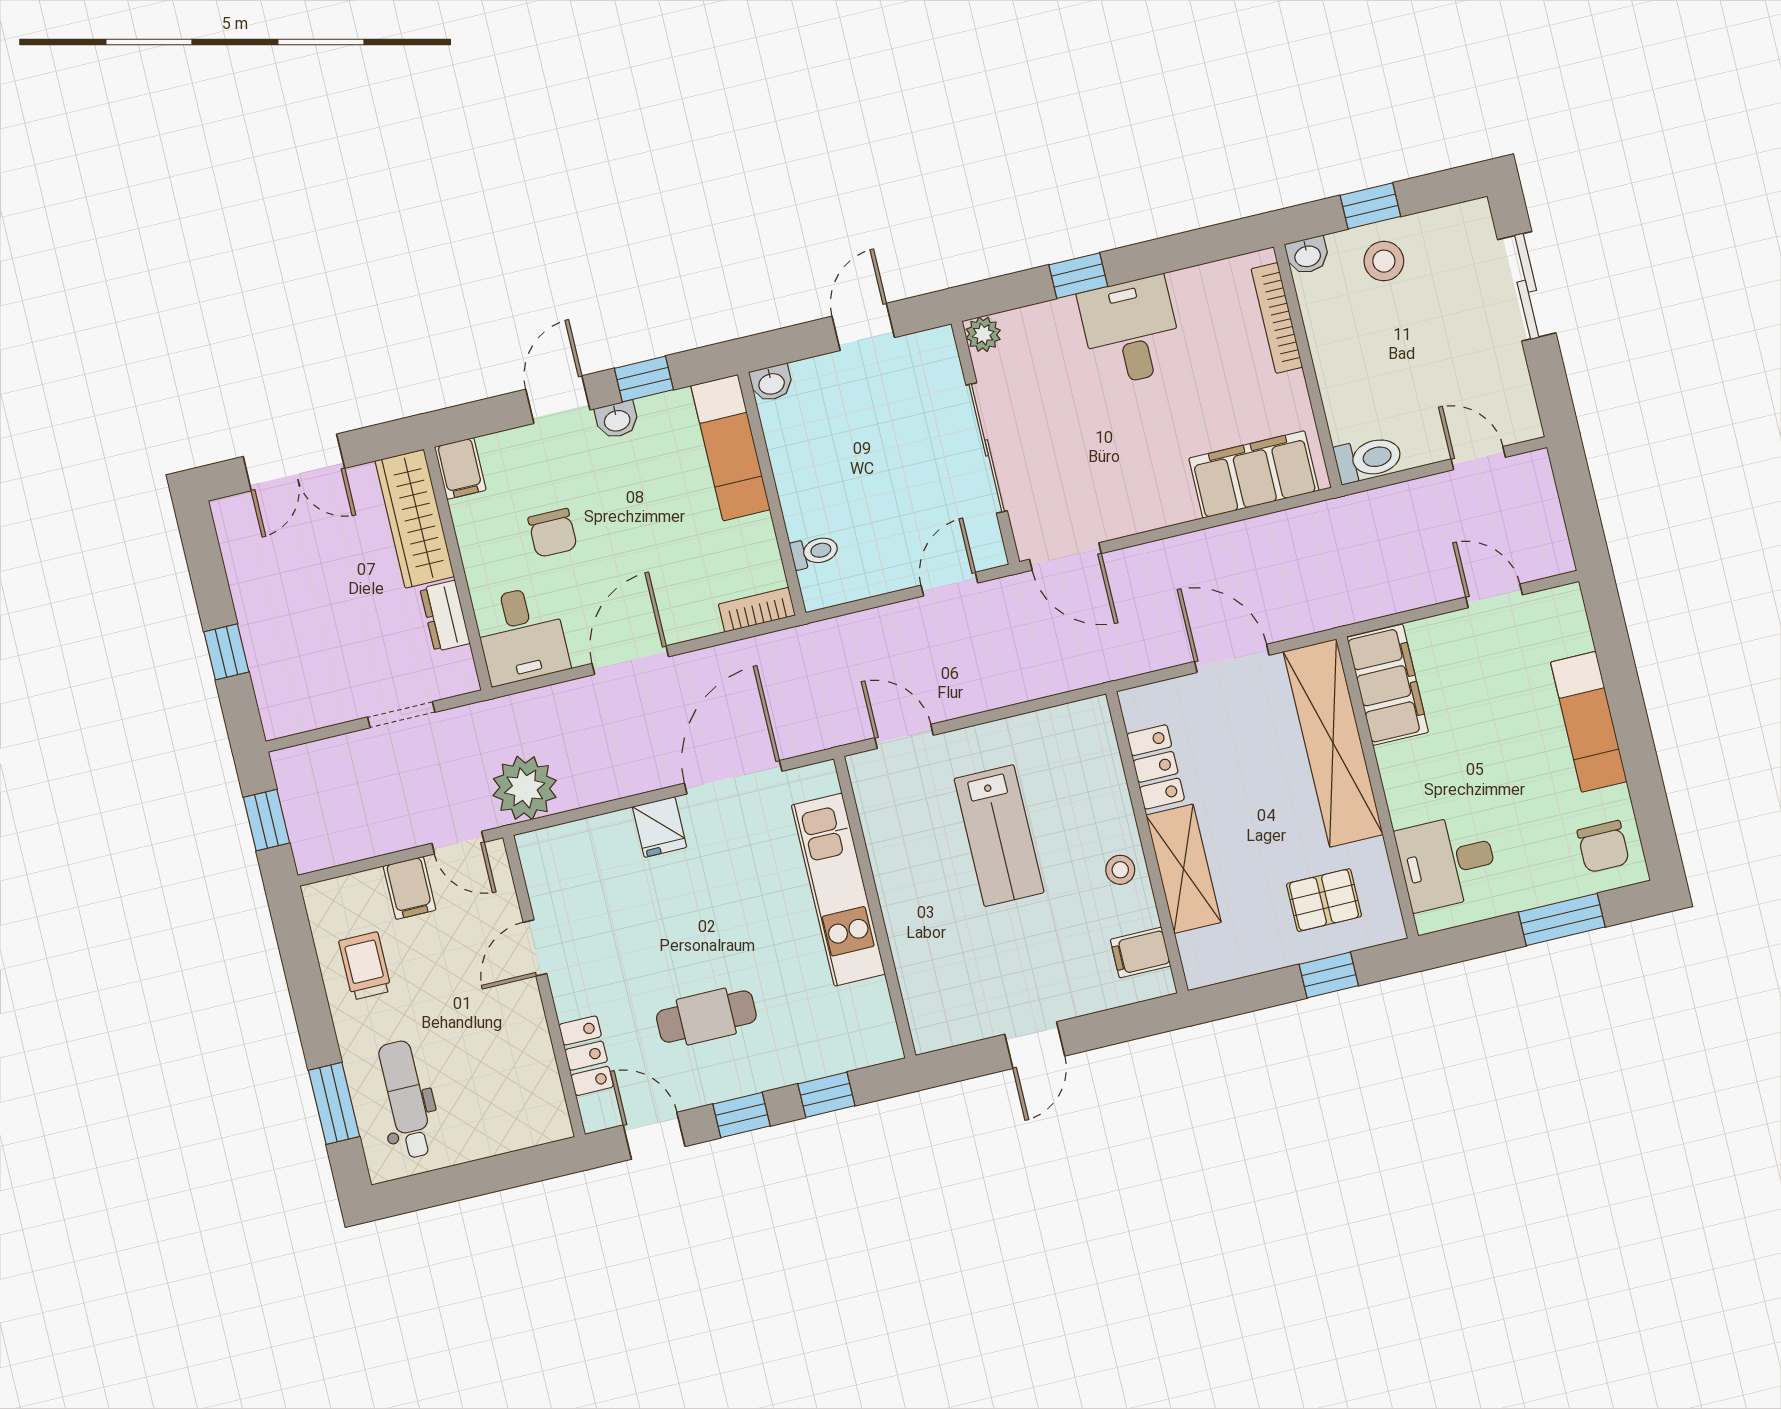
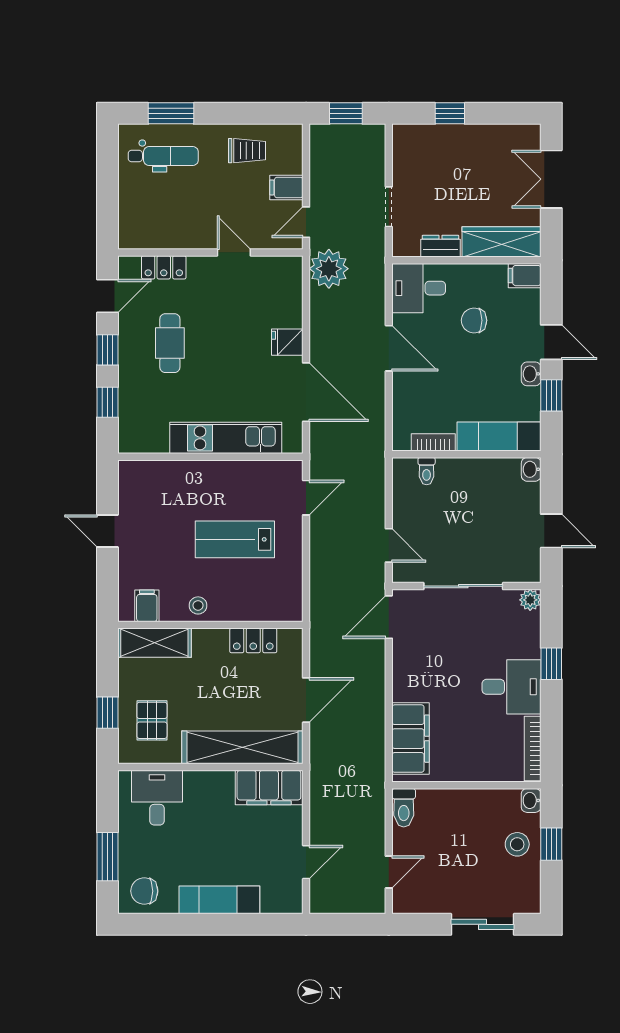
bookcase: (1277, 318) -> (533, 748), moved, turned -90
bookcase: (757, 610) -> (433, 442), moved, turned -90
shelving: (1184, 869) -> (154, 643), moved

